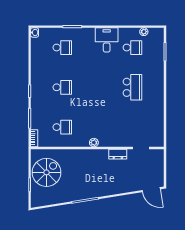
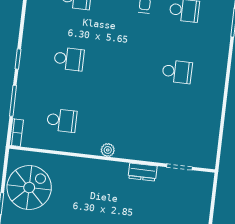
school desk: (132, 87) -> (177, 72), width x0.54

